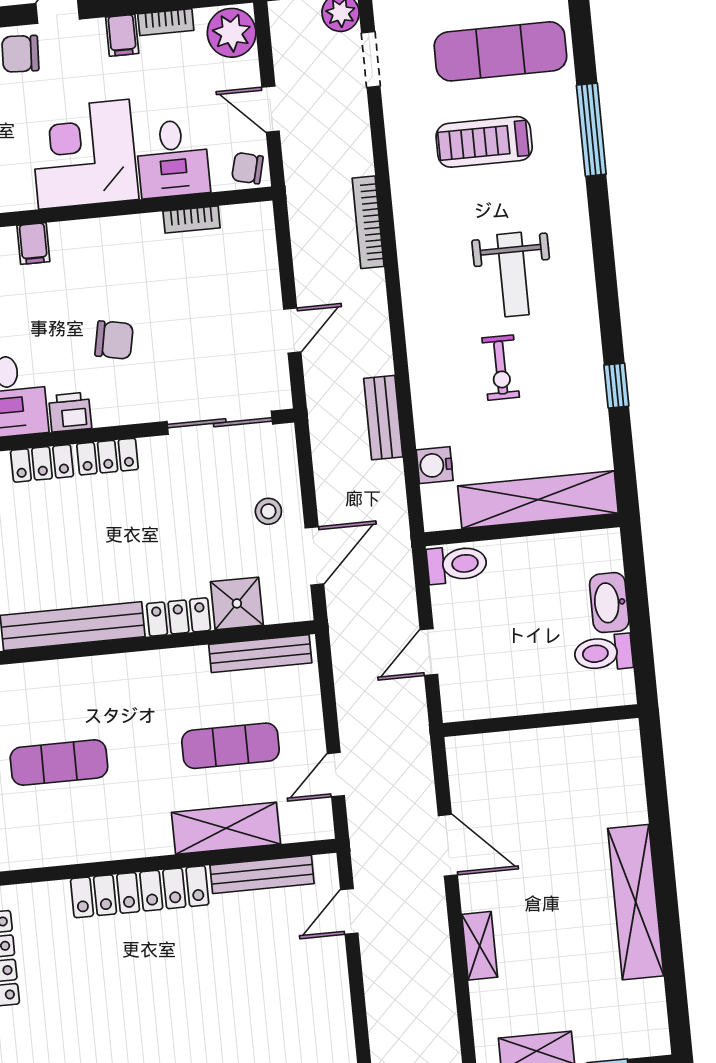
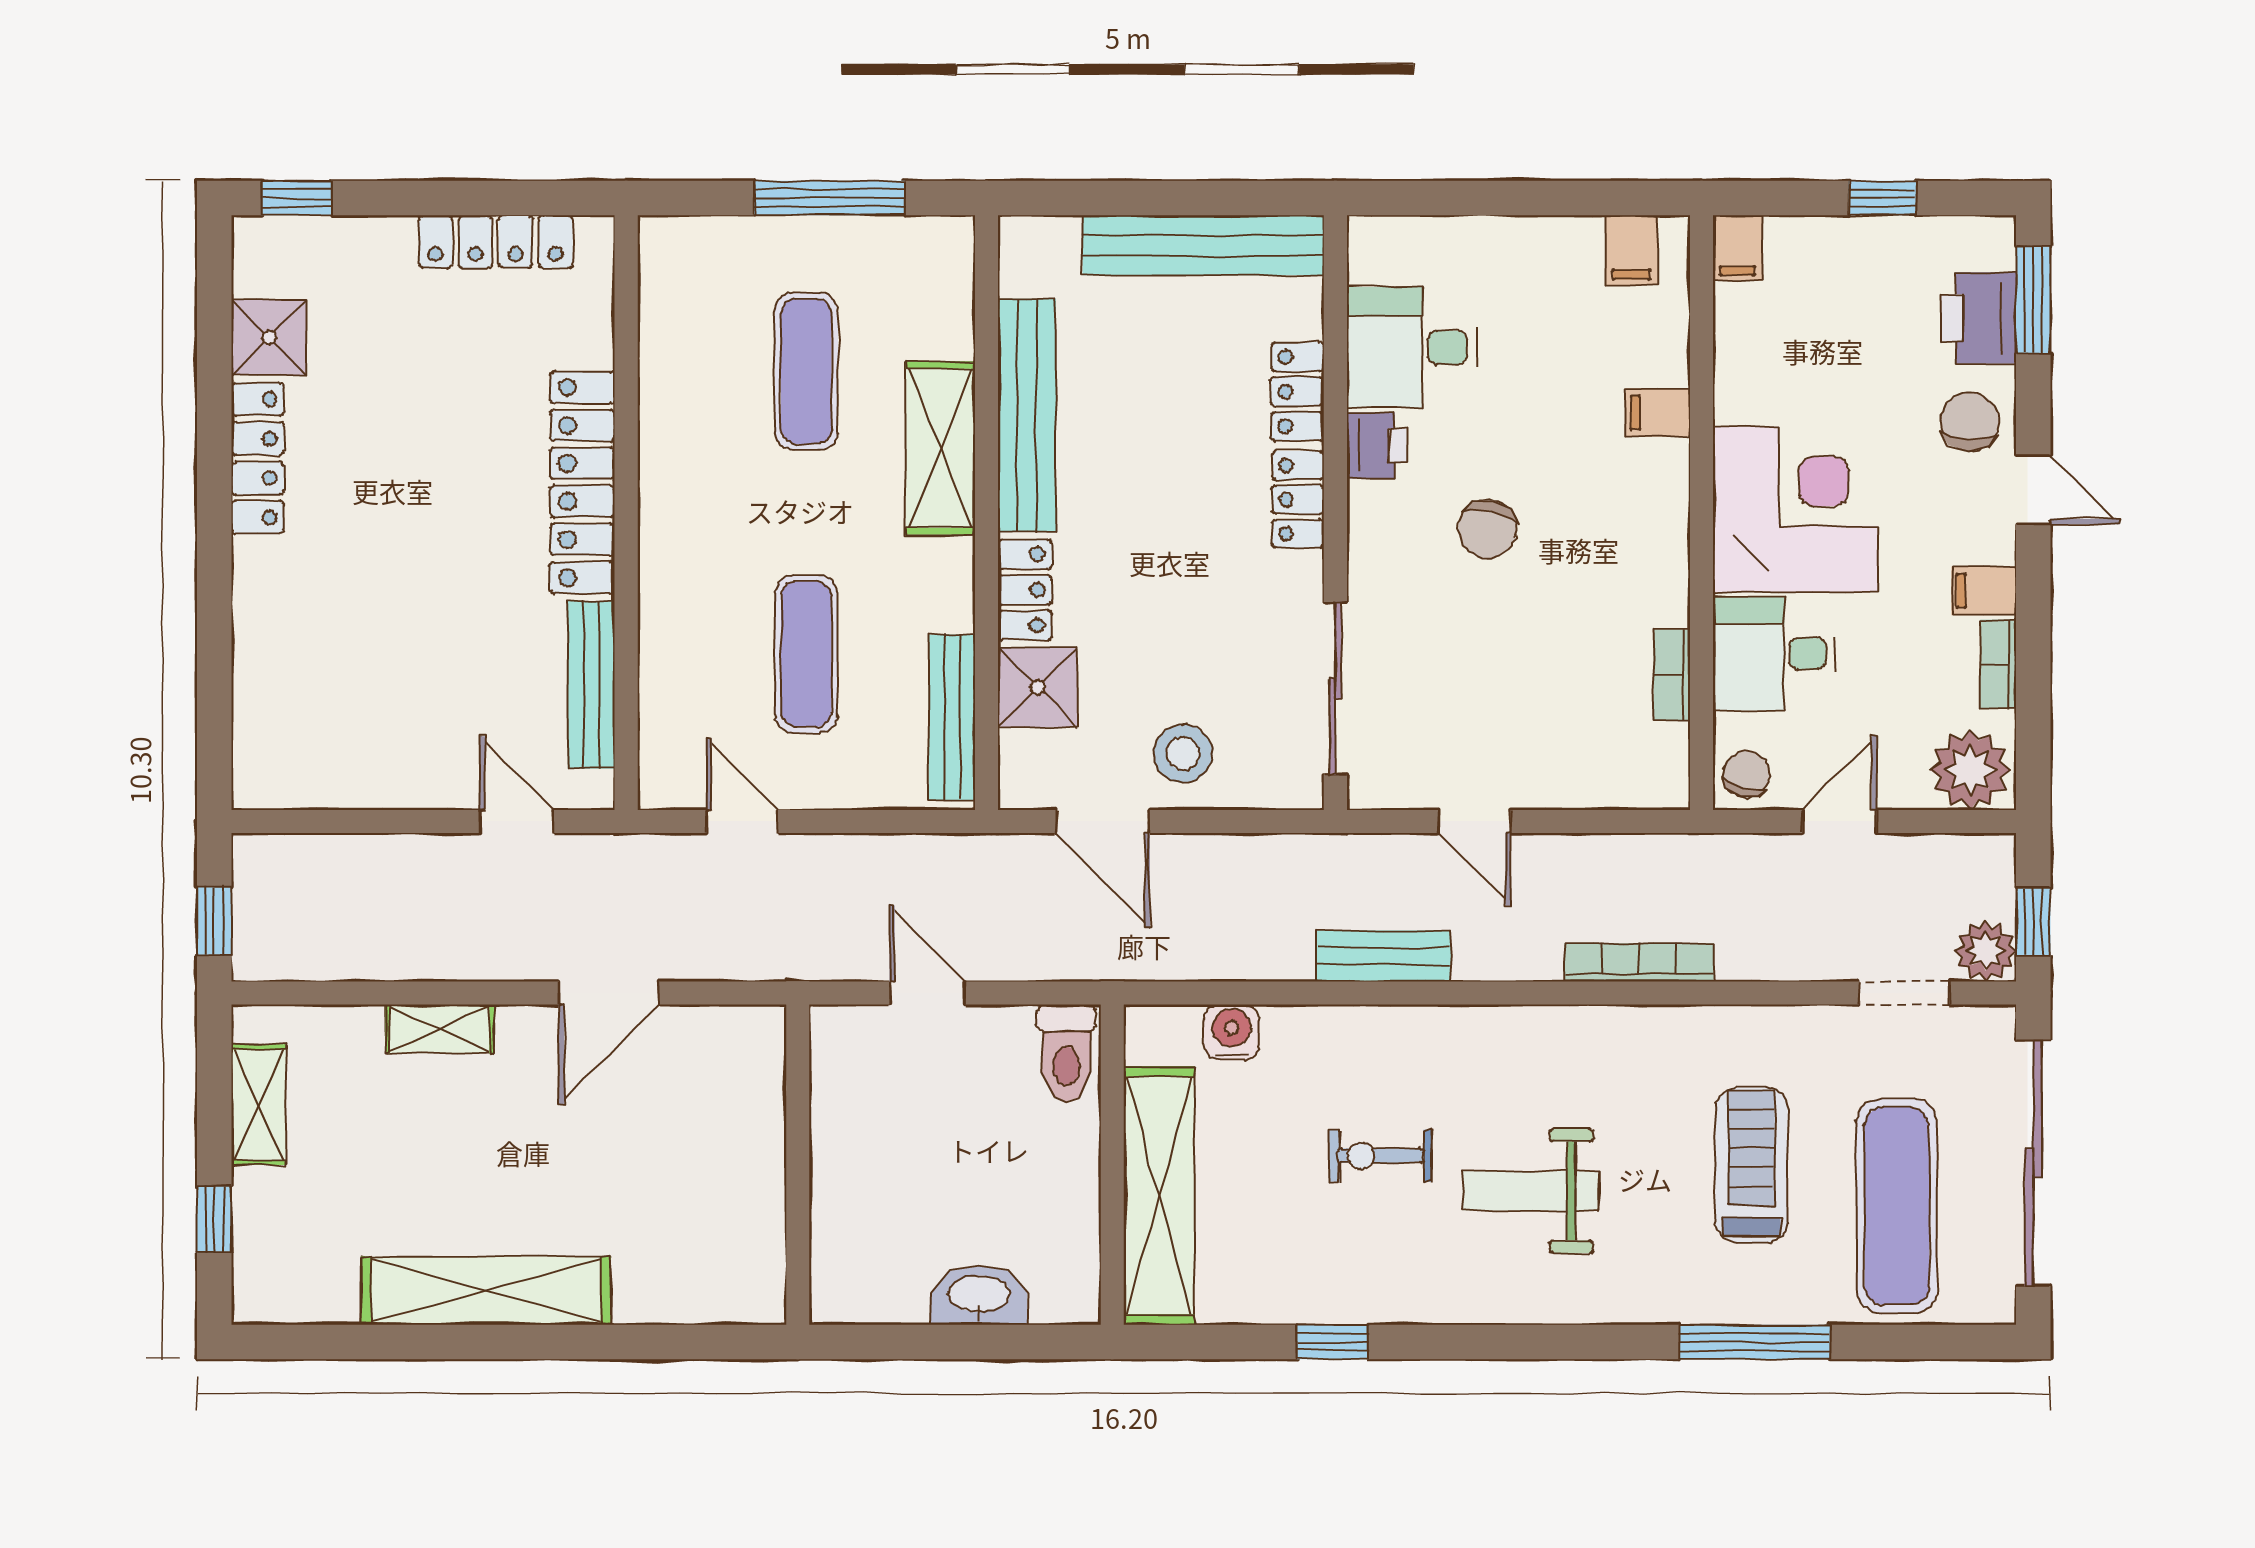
bench: (383, 418) -> (1384, 956), moved
stool: (268, 511) -> (1183, 754), width x1.37, depth x1.37
toilet: (603, 653) -> (898, 1278), removed
shelving: (226, 828) -> (940, 448), moved

